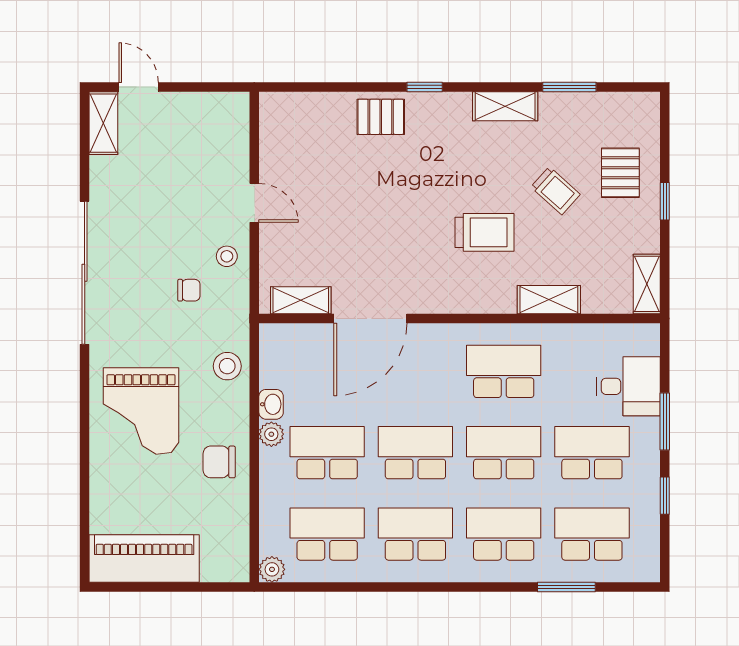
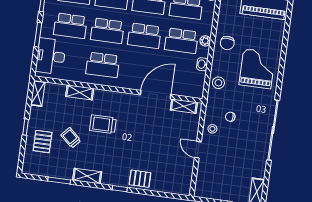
desk: (628, 386) -> (51, 56), width x1.37
plant: (271, 434) -> (205, 41), moved
chair: (219, 462) -> (227, 43), turned 90

